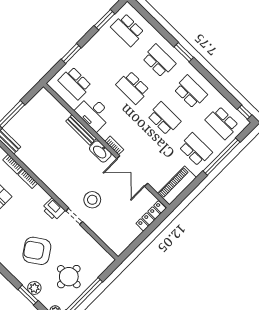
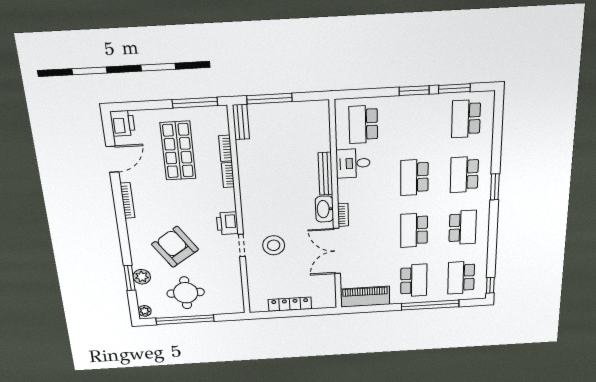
window: (71, 54) -> (414, 91), moved
school desk: (159, 61) -> (464, 175), turned 180
desk: (94, 113) -> (353, 163), width x0.73
school desk: (164, 119) -> (414, 230), turned 180
locker: (151, 216) -> (290, 304), moved

